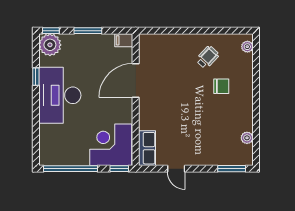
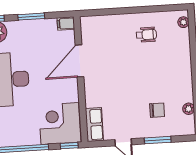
wheelchair: (207, 57) -> (146, 35), turned 47
chair: (221, 86) -> (157, 110), moved
window: (232, 169) -> (158, 140), moved

